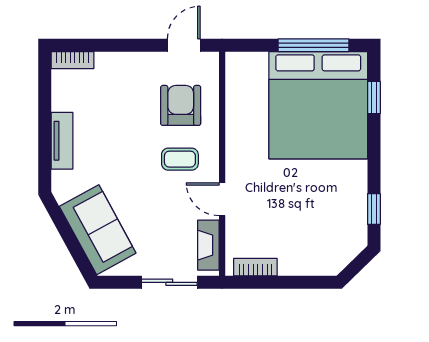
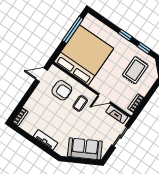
door: (184, 45) -> (42, 75), hinge flipped
window: (374, 98) -> (125, 35), moved
armchair: (181, 105) -> (62, 90), turned 180
bed: (318, 105) -> (84, 55), moved, turned -90
rug: (319, 222) -> (135, 70), added

